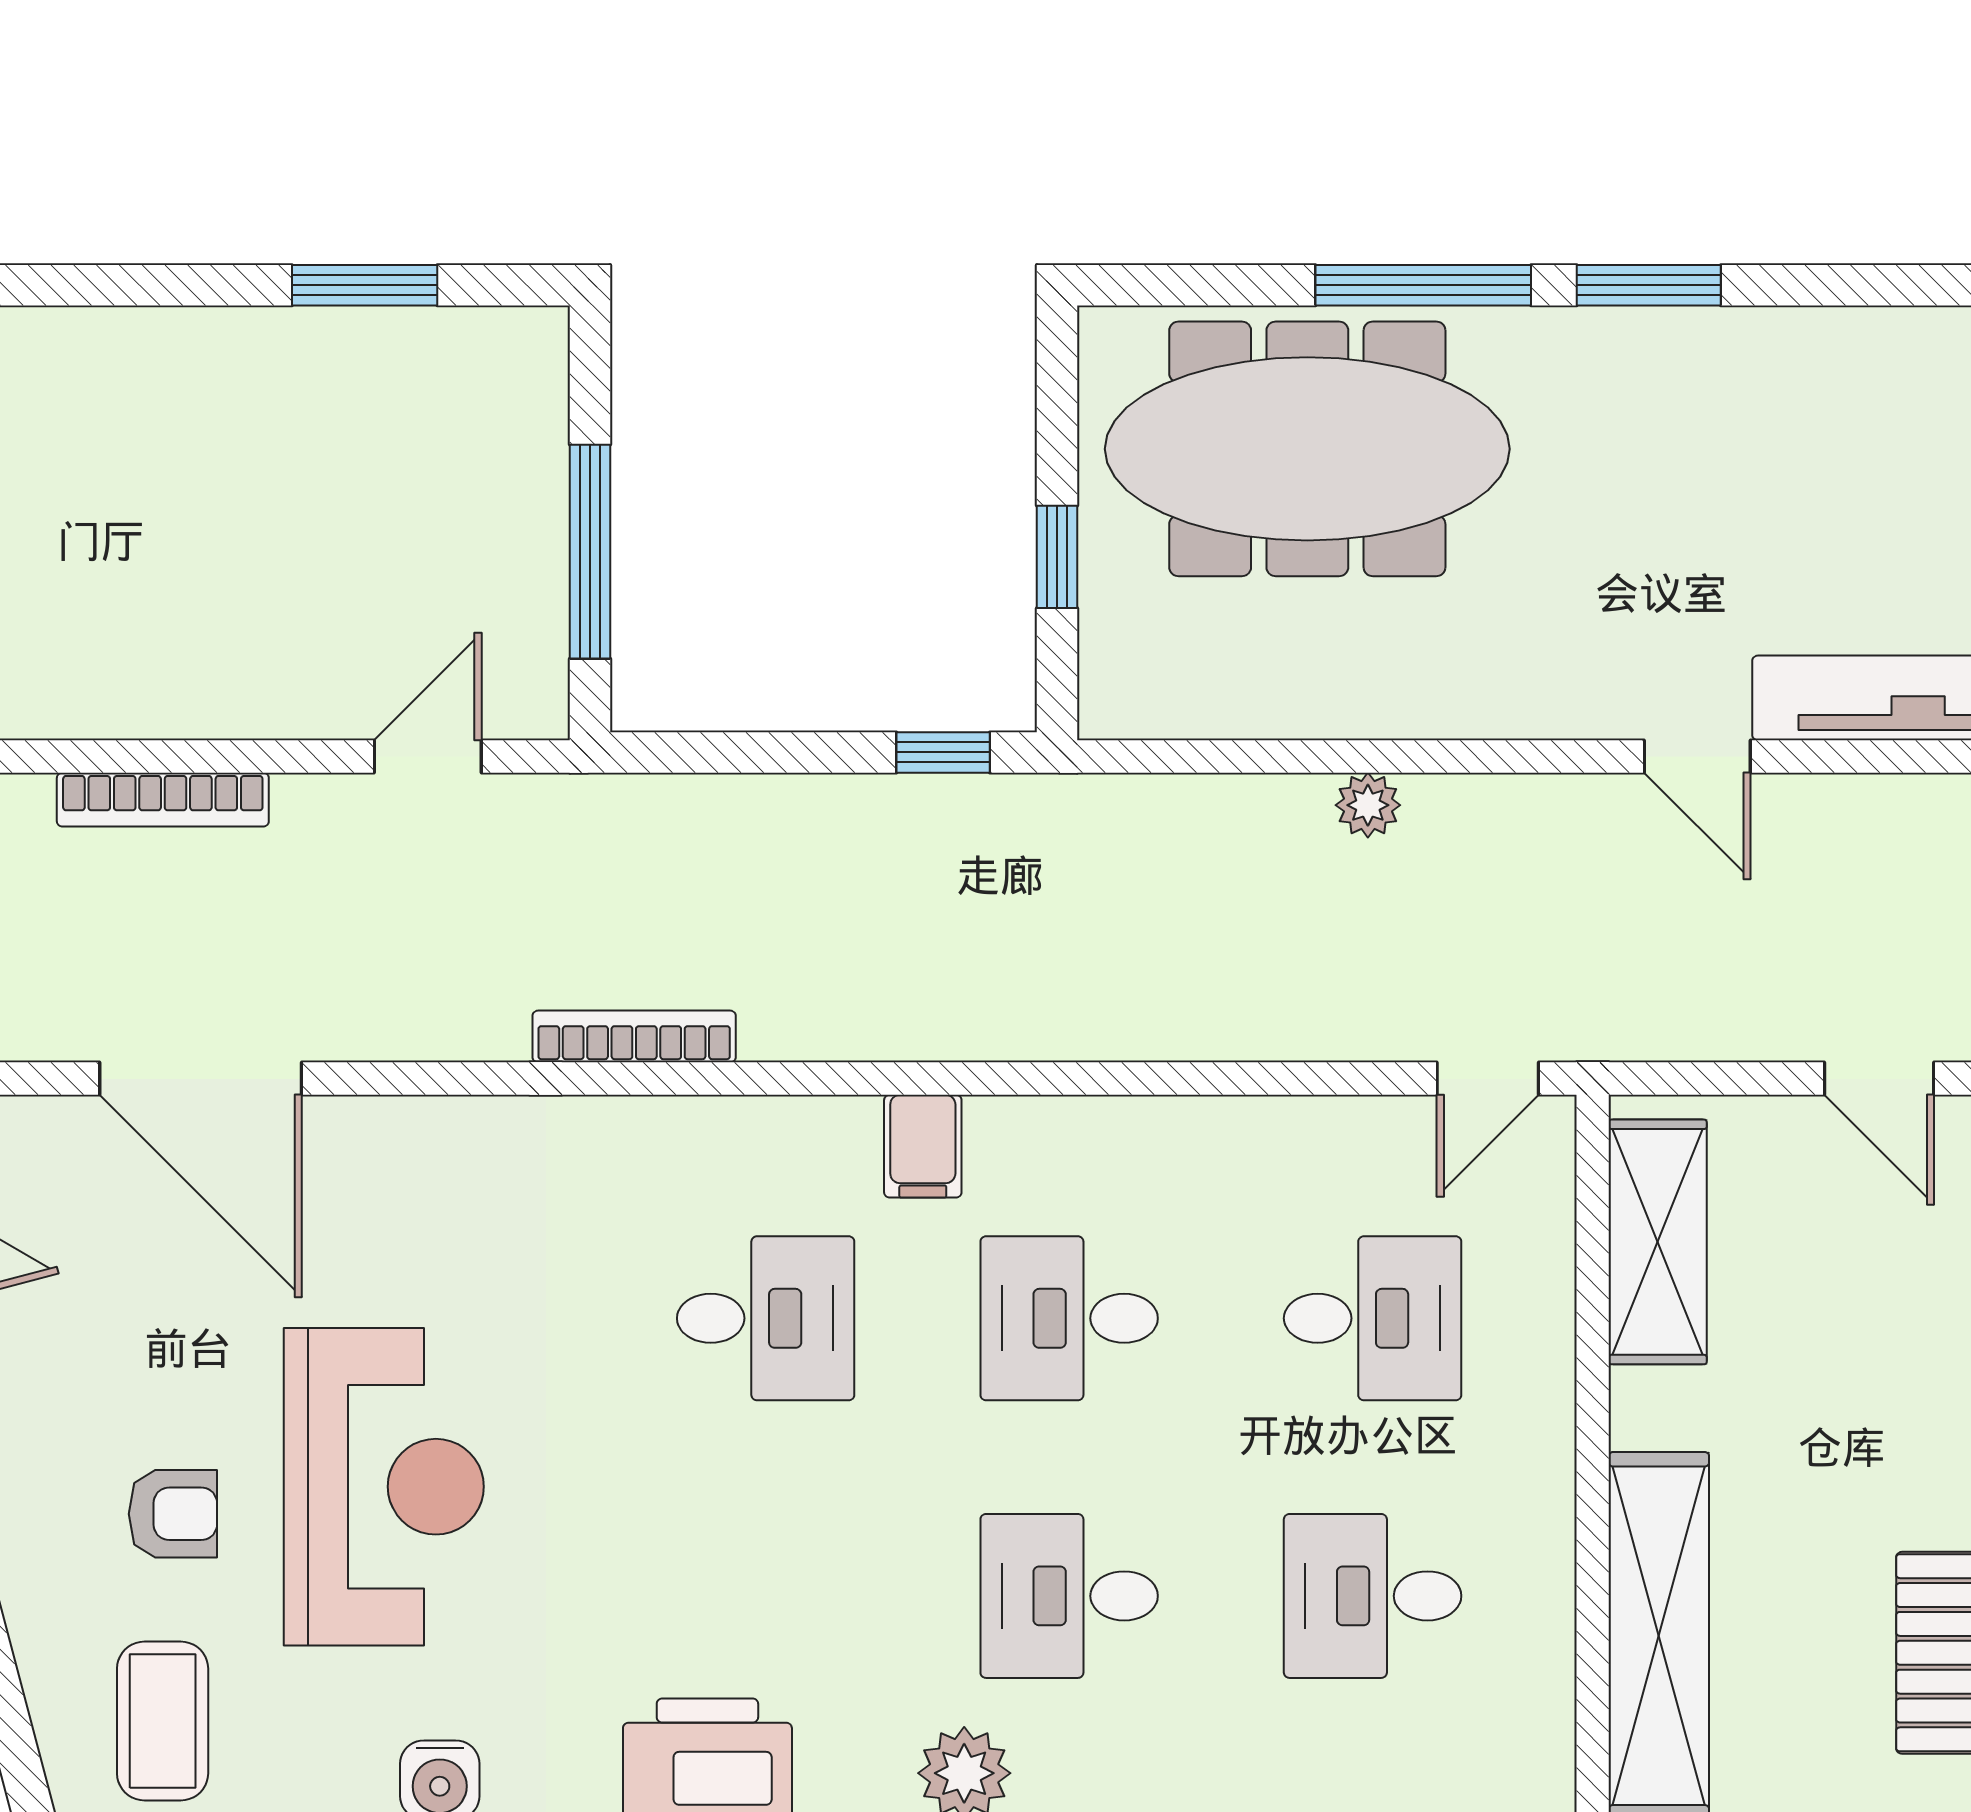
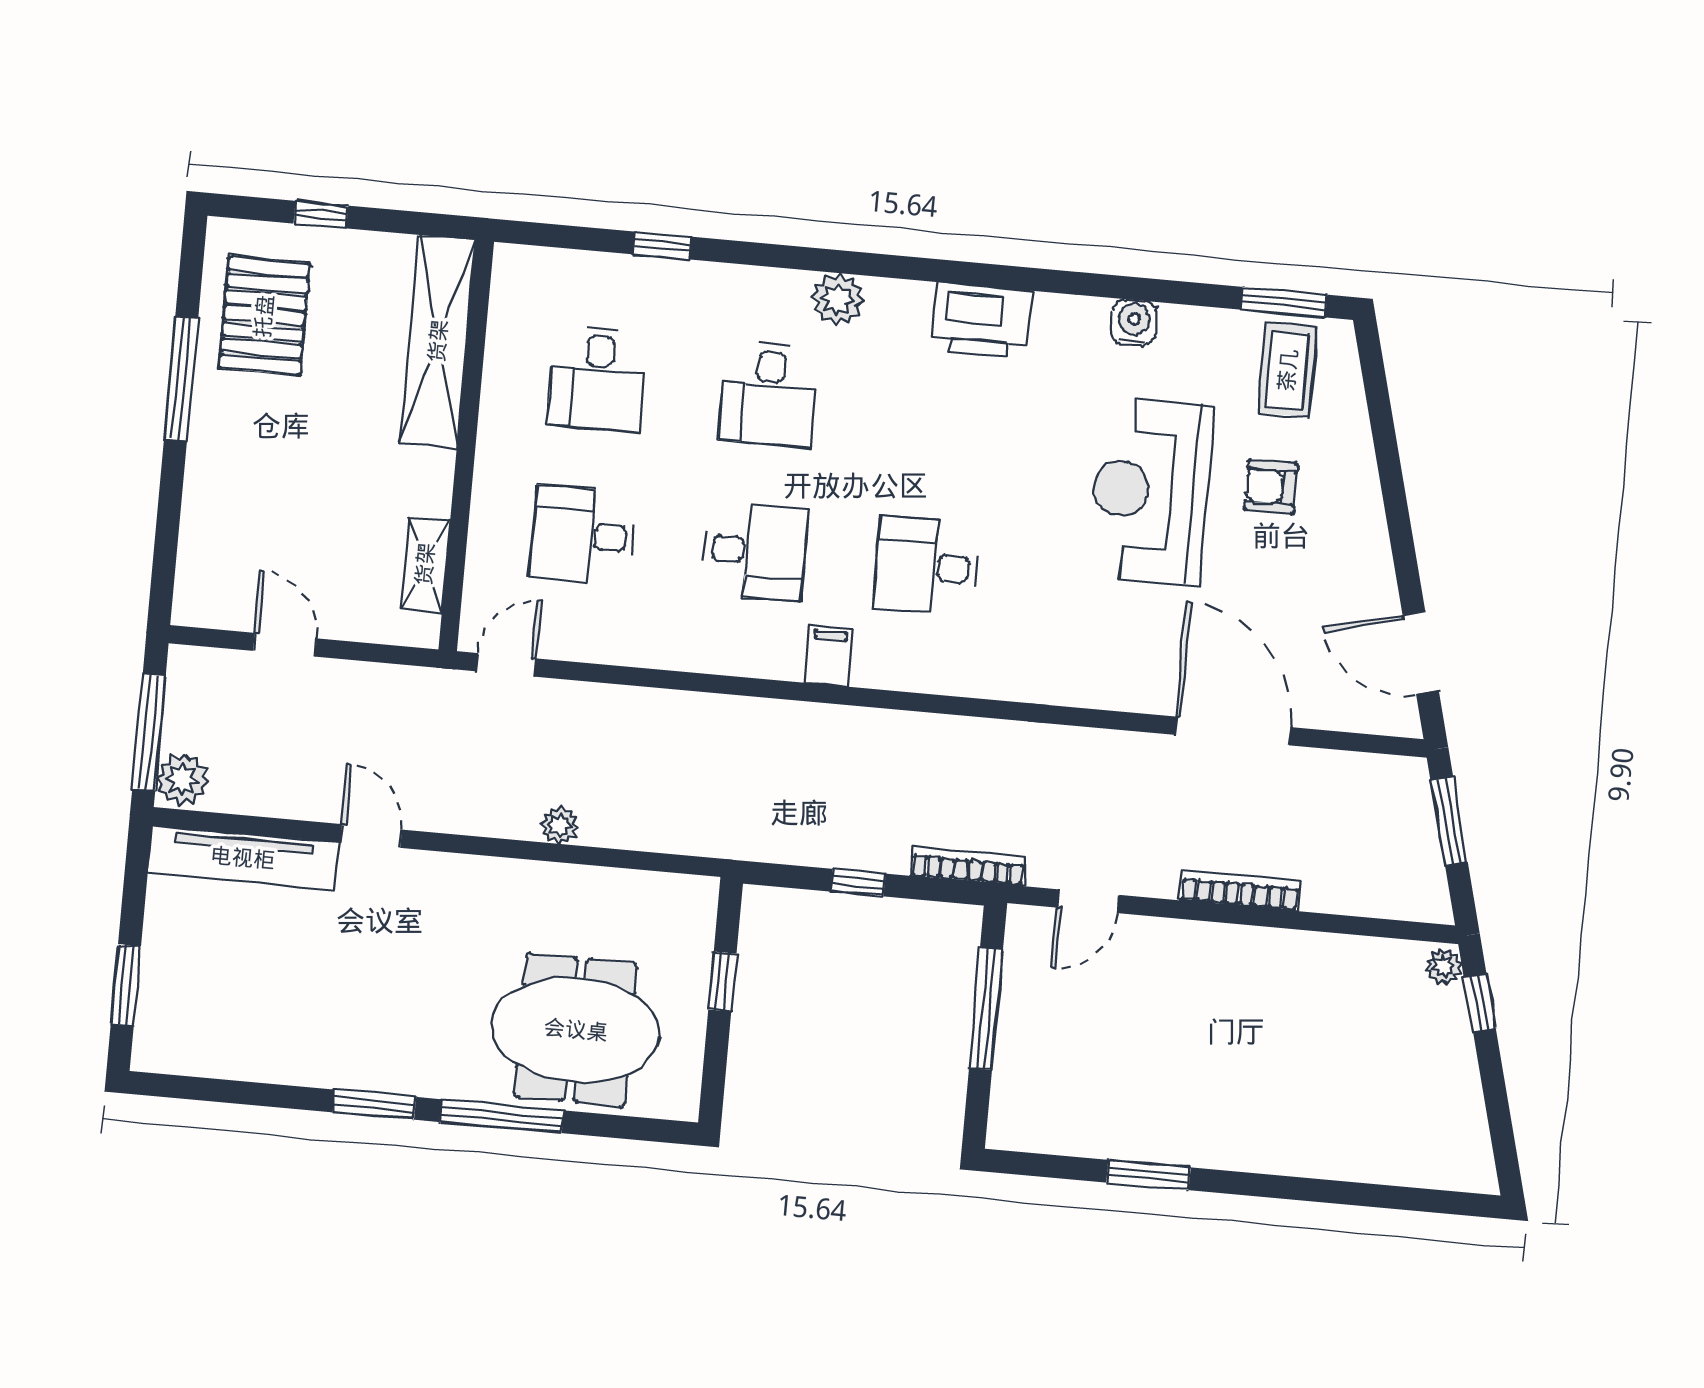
window: (365, 285) -> (1148, 1175), moved
meeting table: (1307, 449) -> (576, 1030), width x0.73
window: (943, 752) -> (858, 883), moved
bookcase: (634, 1036) -> (968, 866), moved, turned 180
shelving: (1658, 1242) -> (425, 564), width x0.67, depth x0.75
desk: (1069, 1596) -> (769, 394), turned 90
desk: (1373, 1596) -> (598, 379), turned 90

